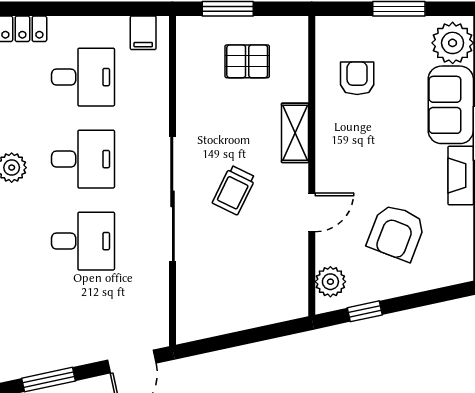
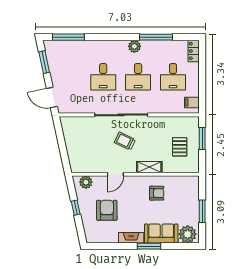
armchair: (357, 78) -> (157, 193), moved
door: (312, 212) -> (115, 174), hinge flipped
armchair: (396, 233) -> (107, 210), turned 69
window: (365, 311) -> (76, 208), moved

